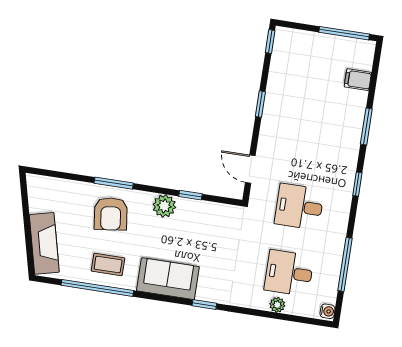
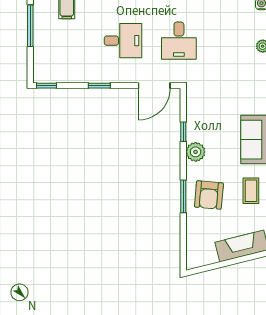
door: (250, 169) -> (154, 86), width x1.38
armchair: (111, 214) -> (209, 195), turned 102
desk: (289, 273) -> (123, 41), moved, turned -90

